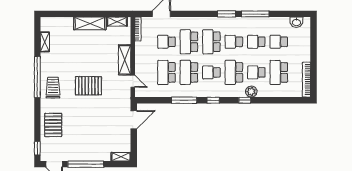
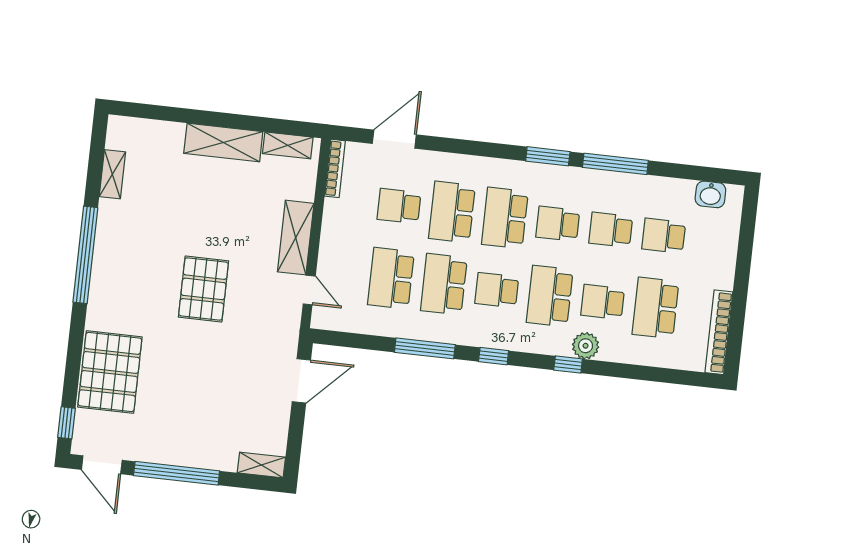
pallet: (88, 86) -> (204, 289), turned 90
trolley: (53, 88) -> (119, 284), removed
pallet: (53, 125) -> (110, 372), width x1.37, depth x1.41

